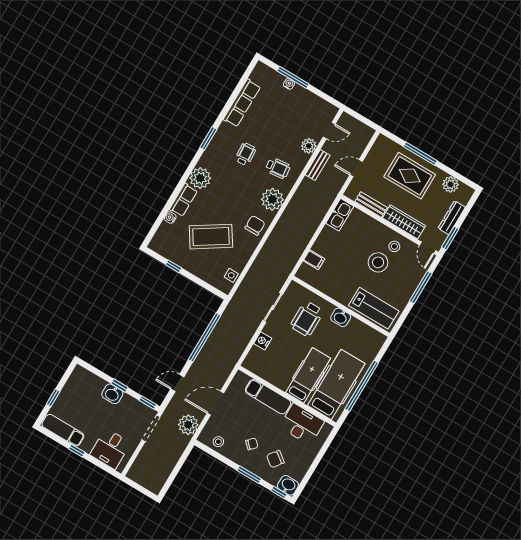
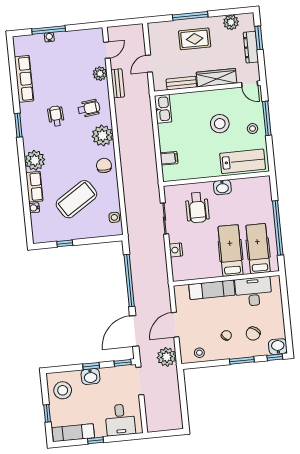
rug: (410, 176) -> (195, 39), width x0.73, depth x0.70
window: (450, 238) -> (259, 38), moved
stool: (394, 246) -> (253, 129), moved
door: (177, 383) -> (134, 331), width x1.87
hospital bed: (336, 385) -> (258, 249), width x0.73, depth x0.78
stool: (80, 388) -> (63, 390), added

